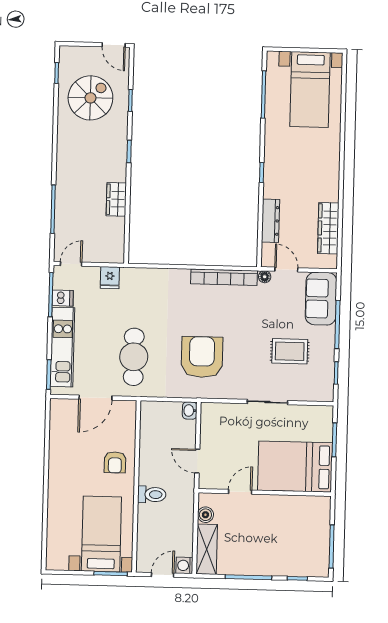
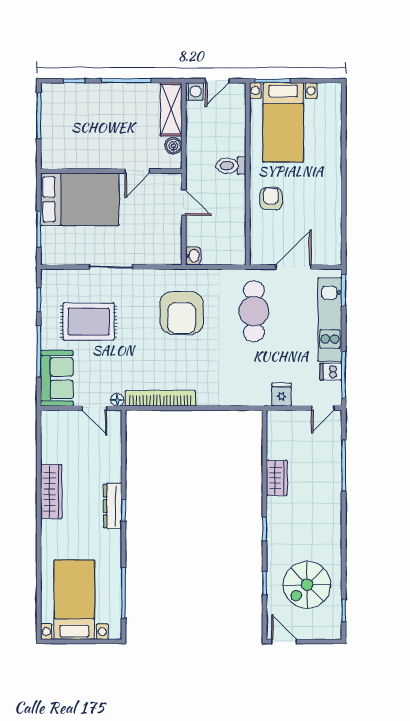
dresser: (271, 221) -> (113, 506), moved
wardrobe: (328, 228) -> (51, 492), moved
rug: (290, 351) -> (89, 322), width x1.36, depth x1.43

